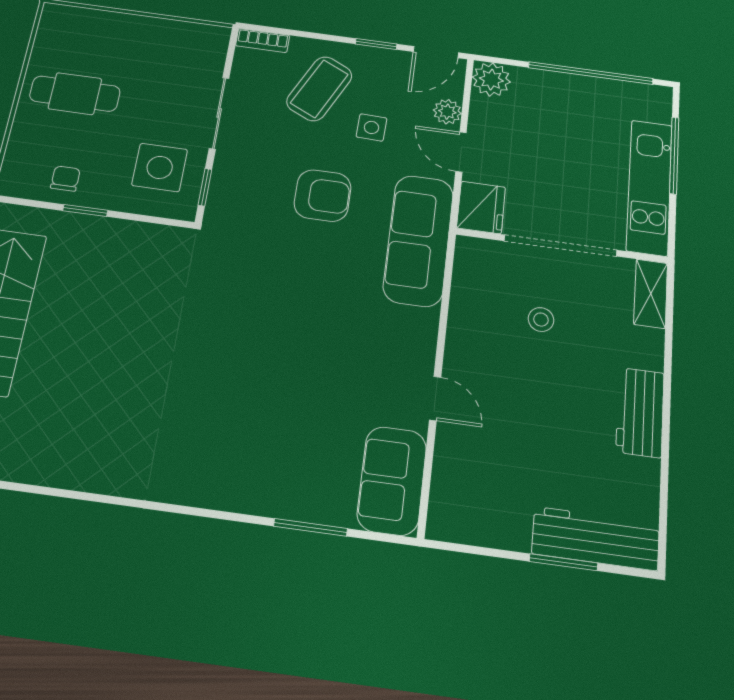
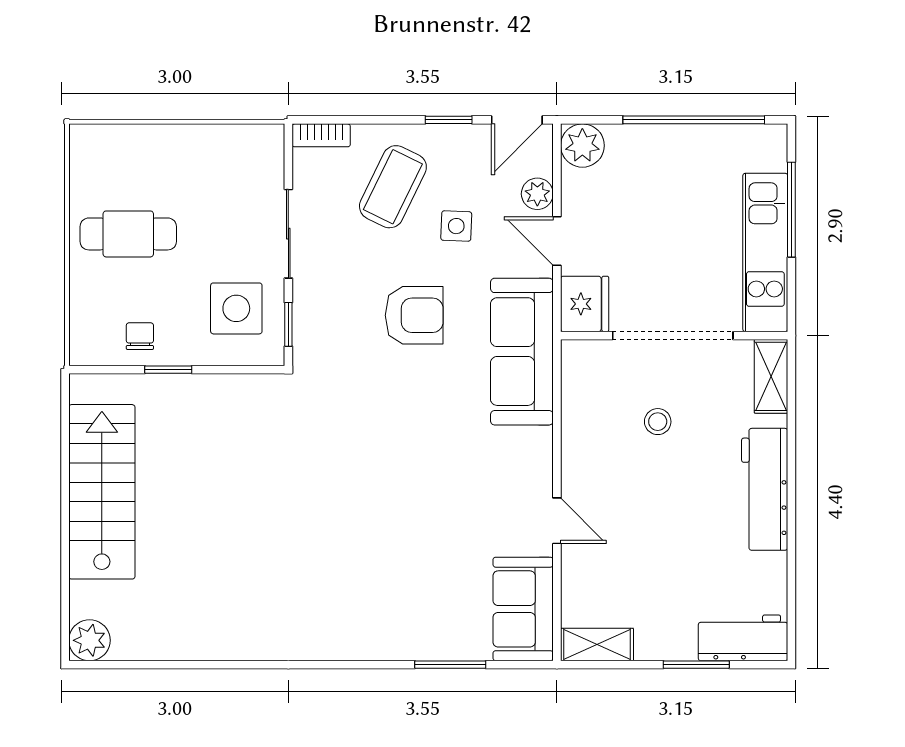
workbench: (640, 412) -> (765, 489), width x1.38
shelving: (463, 527) -> (597, 645), added
workbench: (596, 538) -> (743, 638), width x0.73

